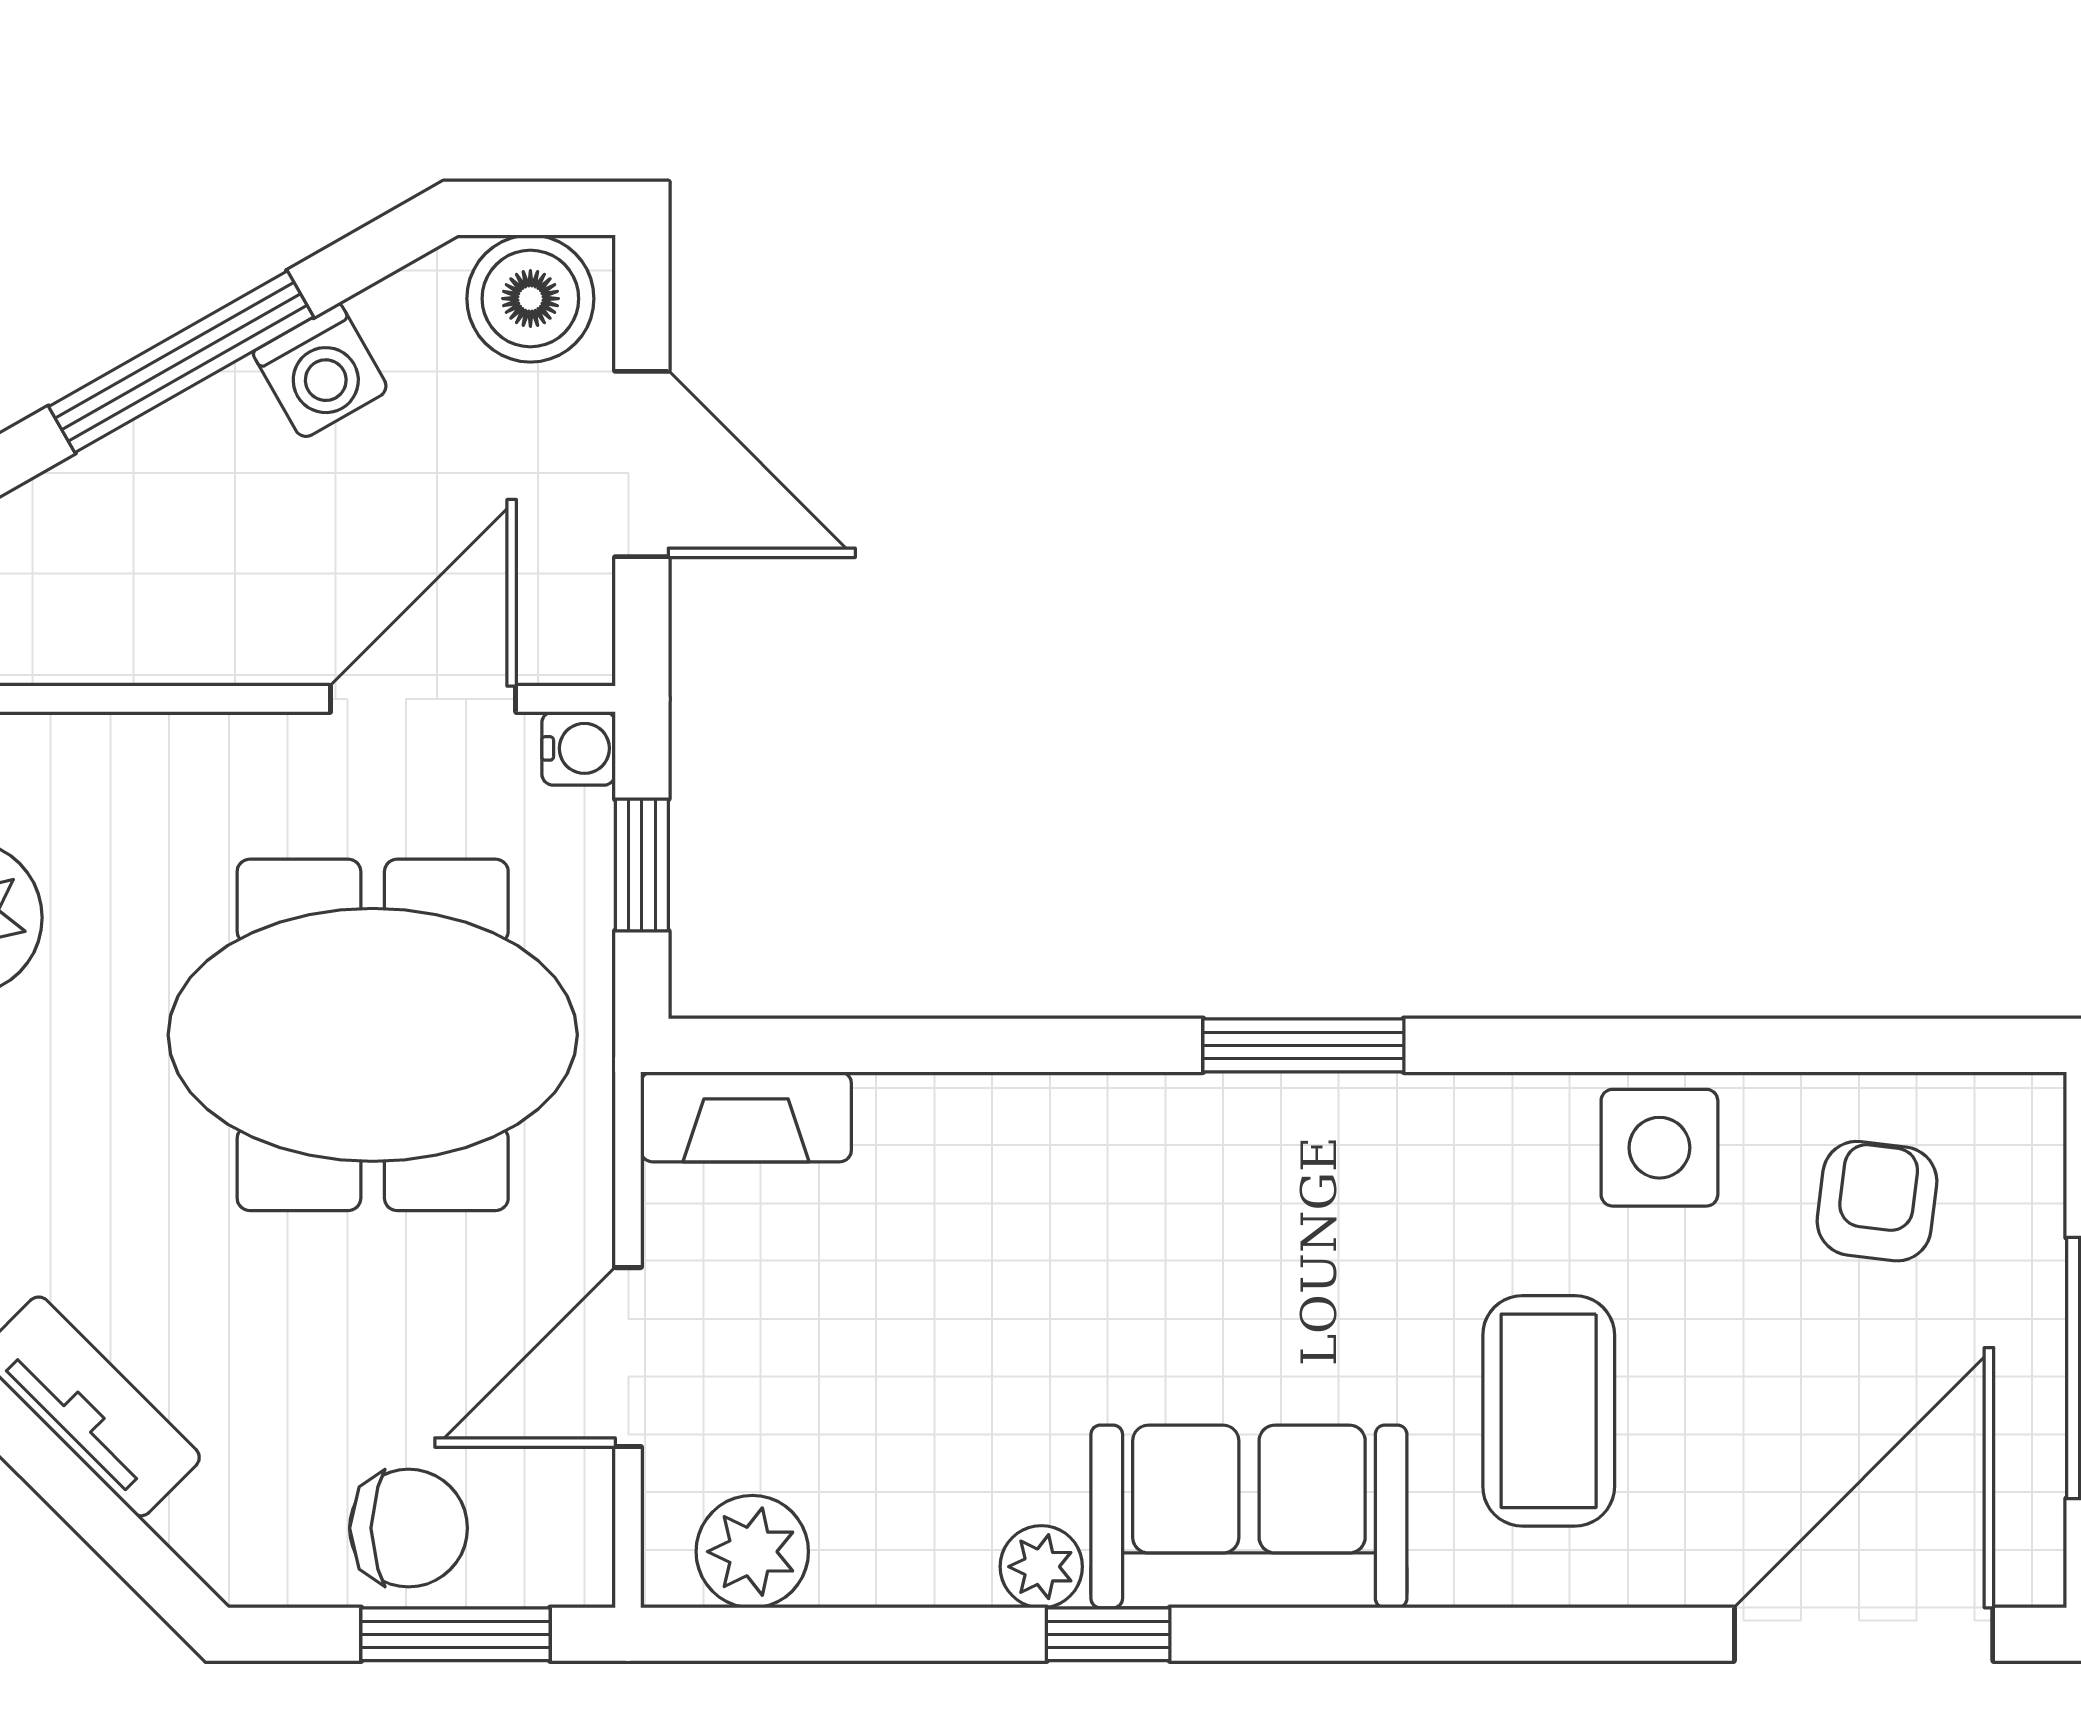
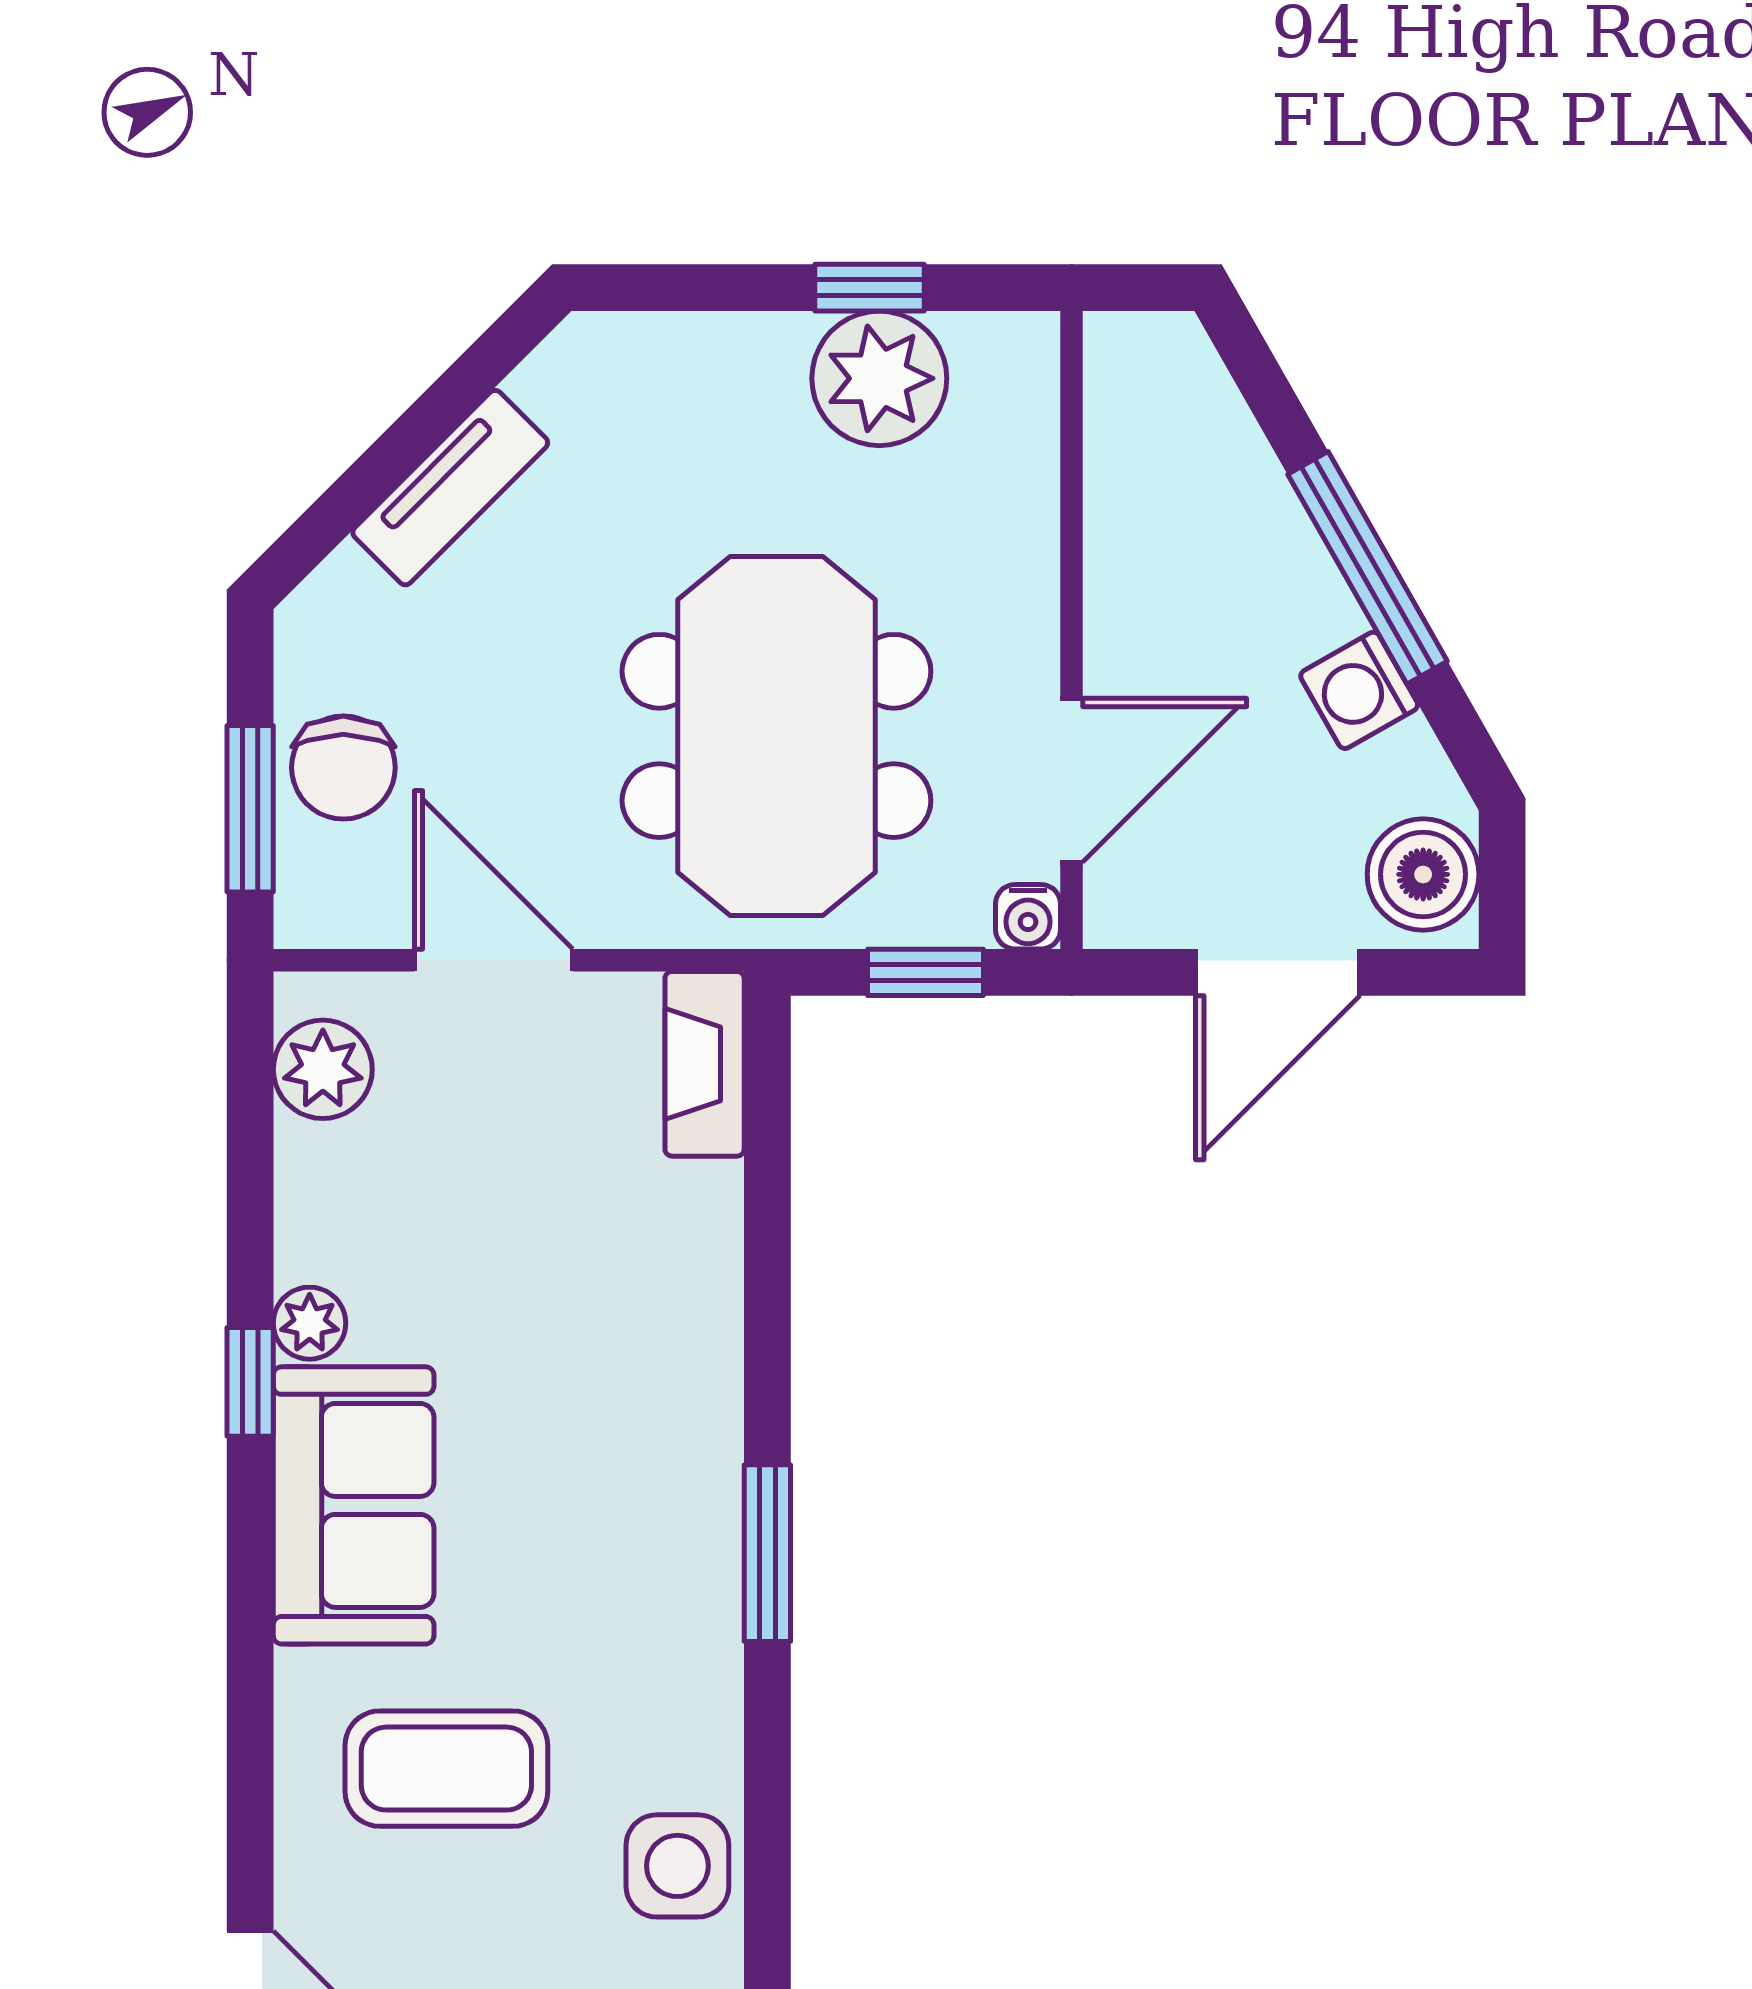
door: (423, 699) -> (1071, 780), hinge flipped

